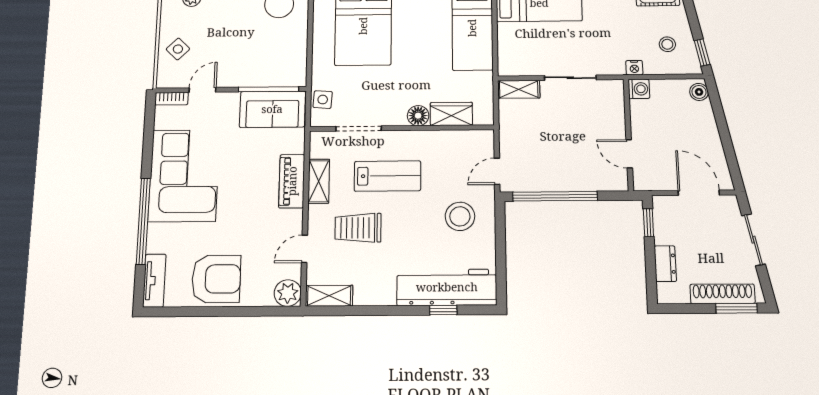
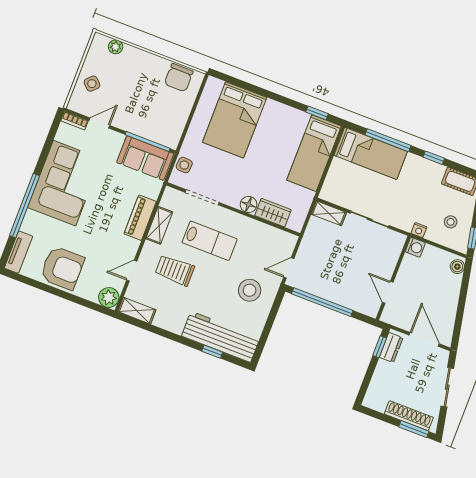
dresser: (665, 264) -> (391, 347), moved

